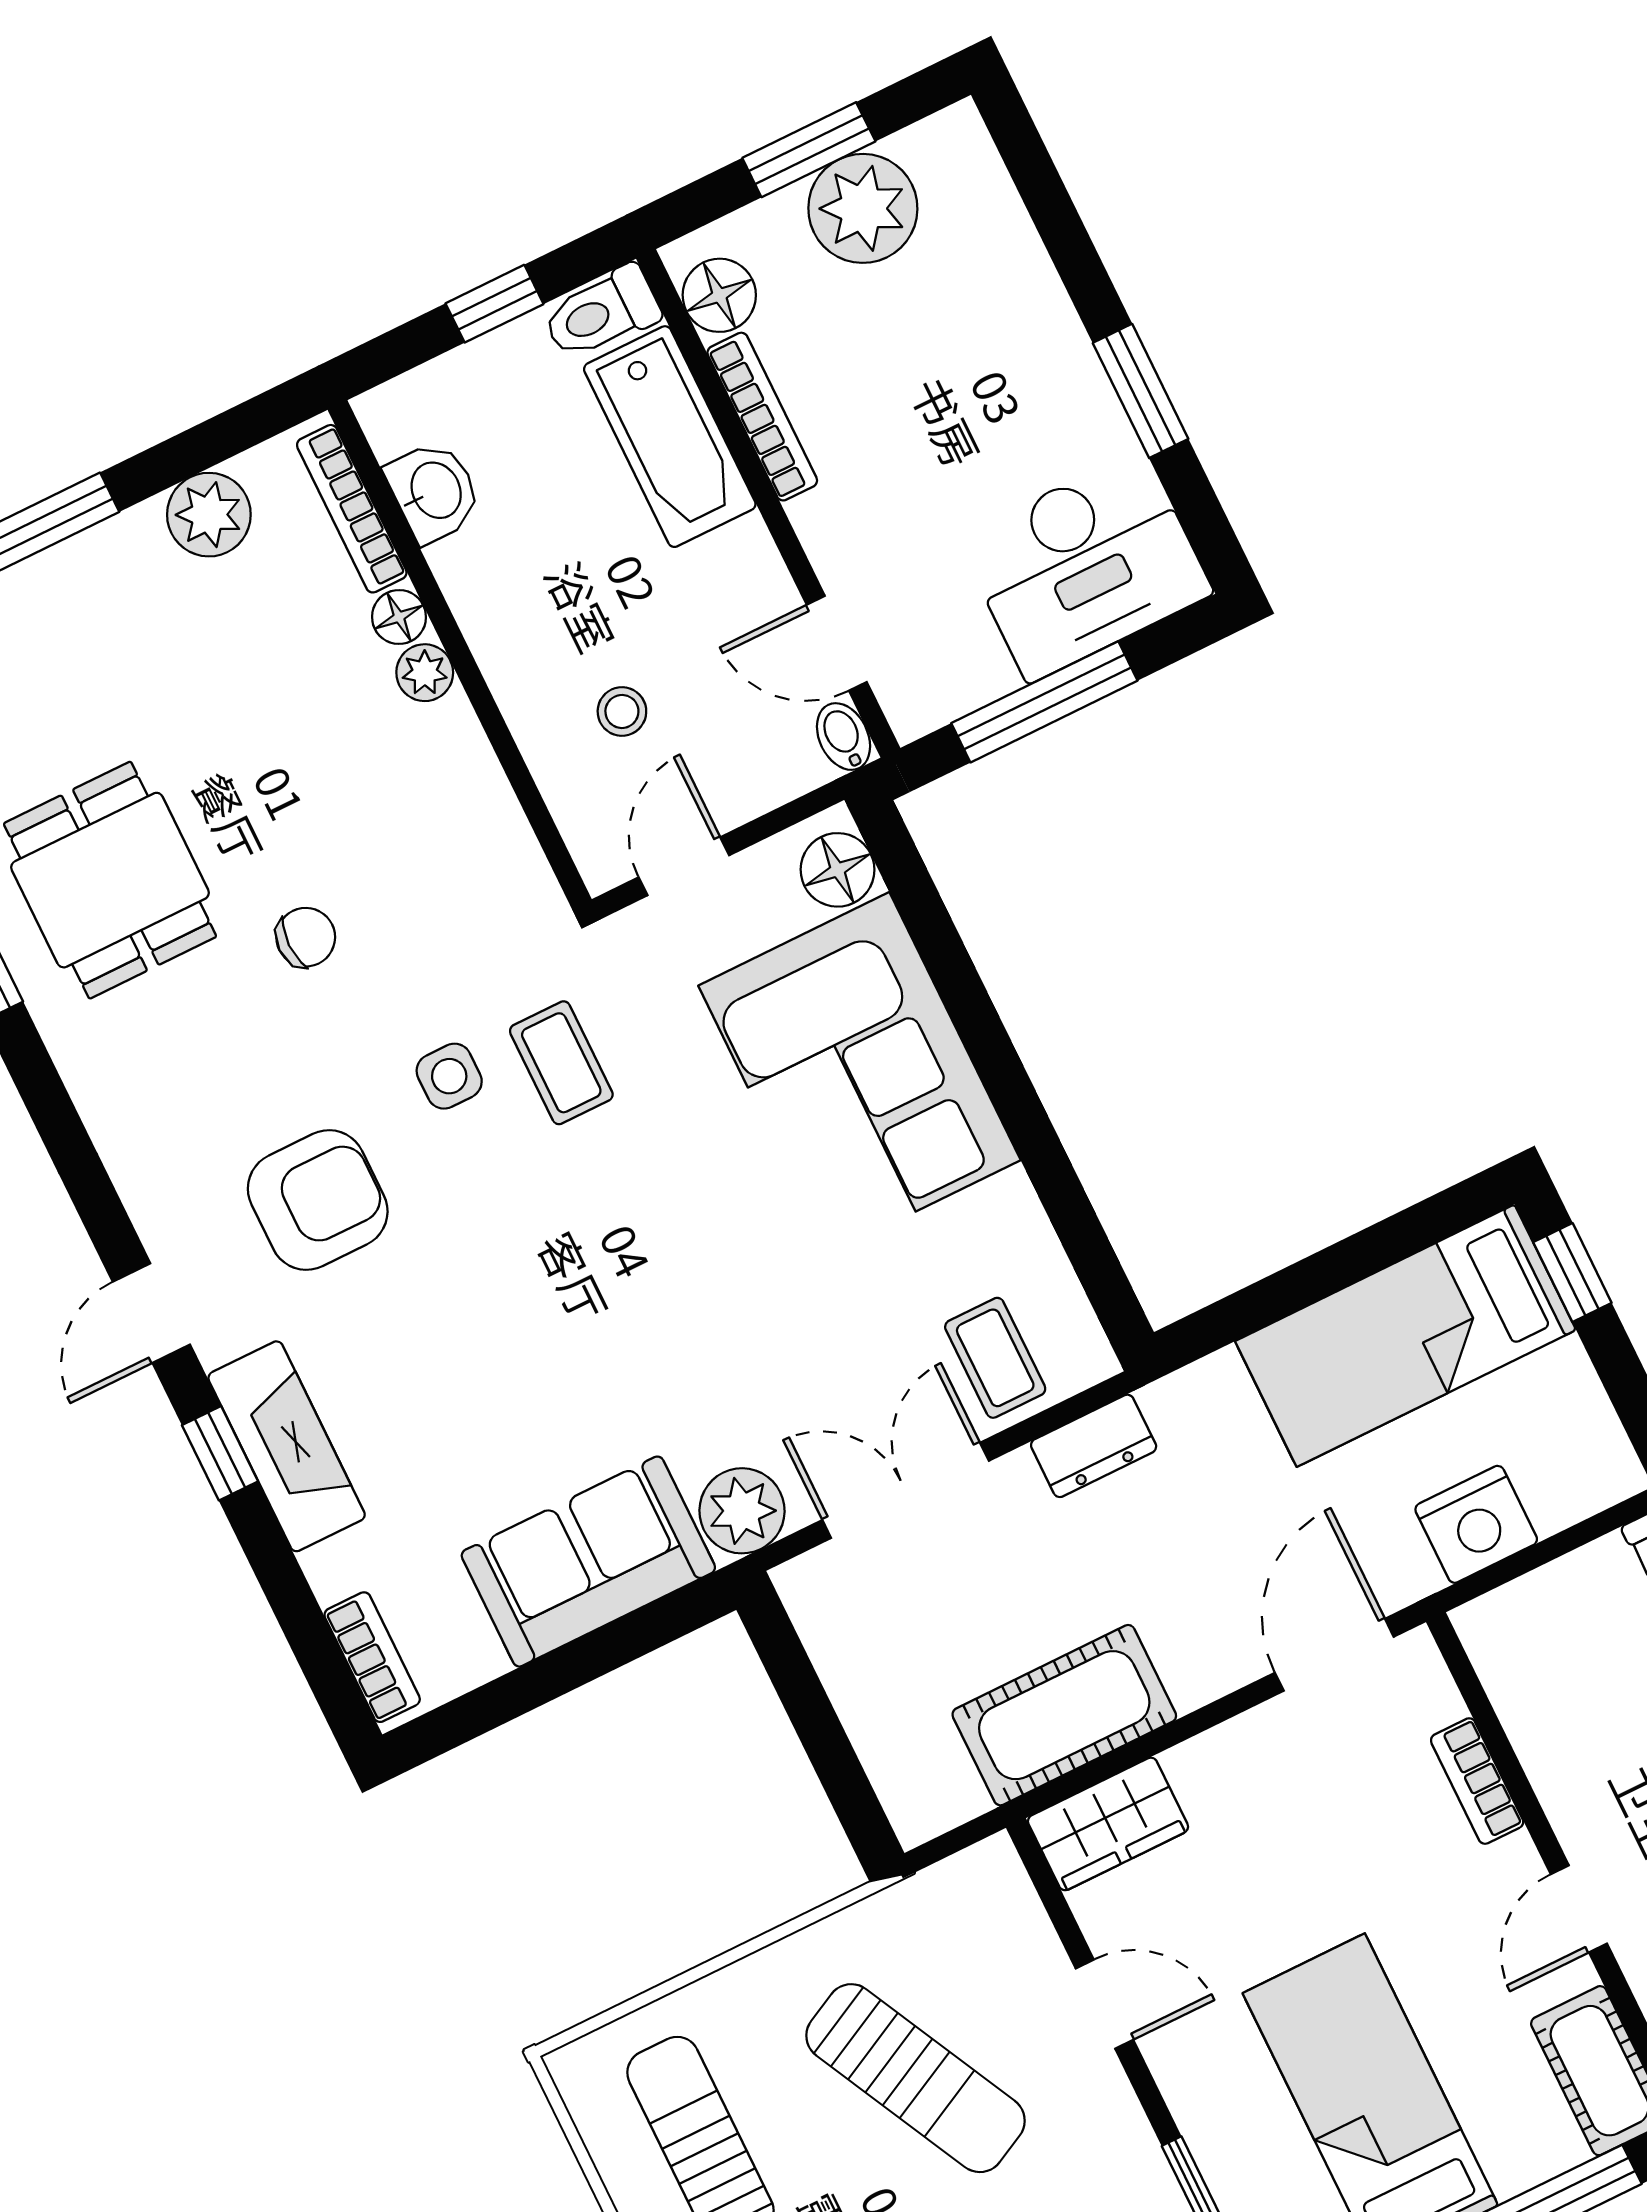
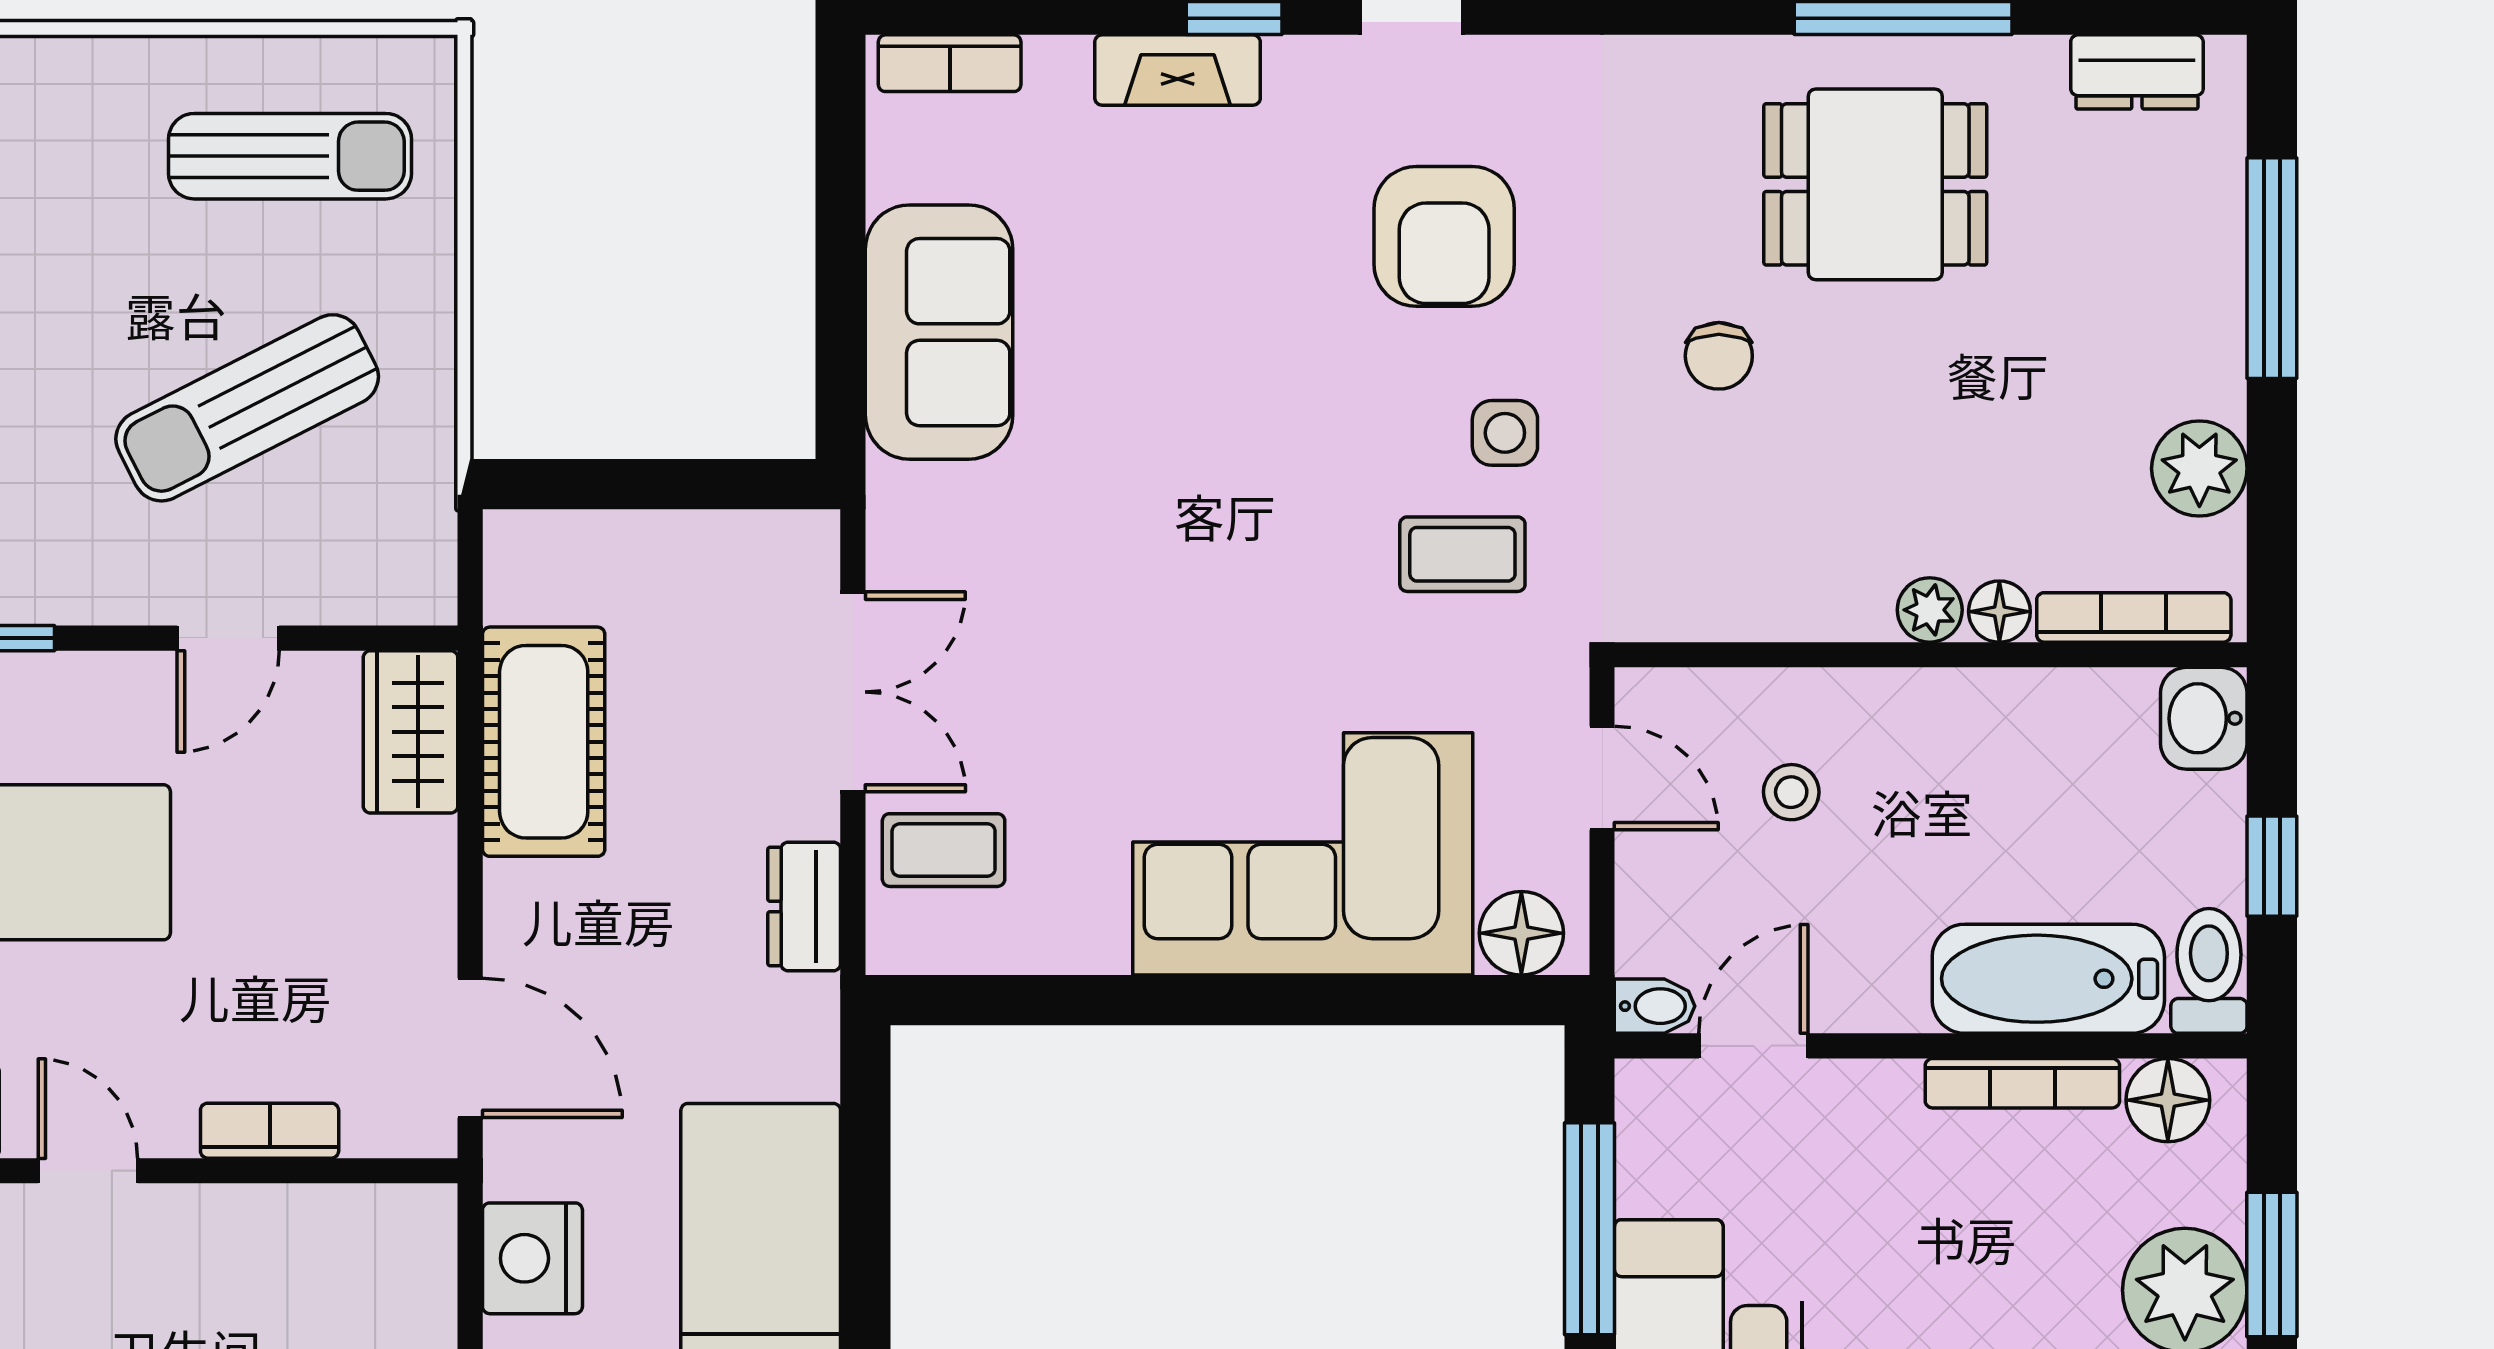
washbasin: (434, 491) -> (2204, 718), moved, turned 90
fireplace: (287, 1446) -> (1178, 70), width x0.73, depth x0.76
plant: (742, 1511) -> (914, 515), removed

